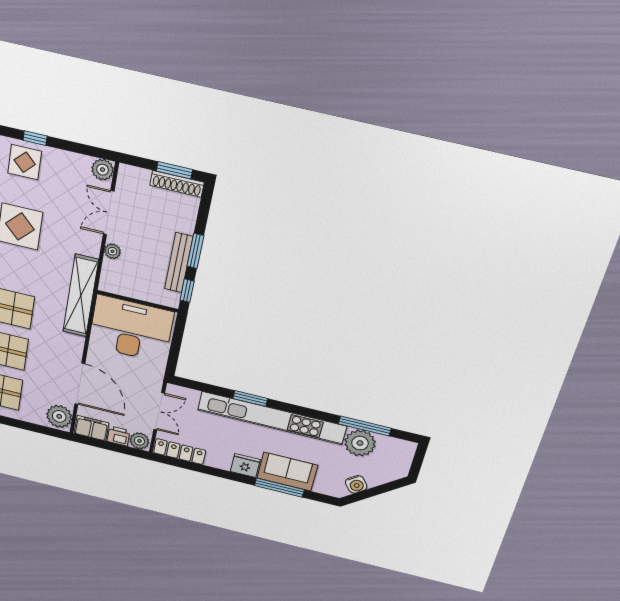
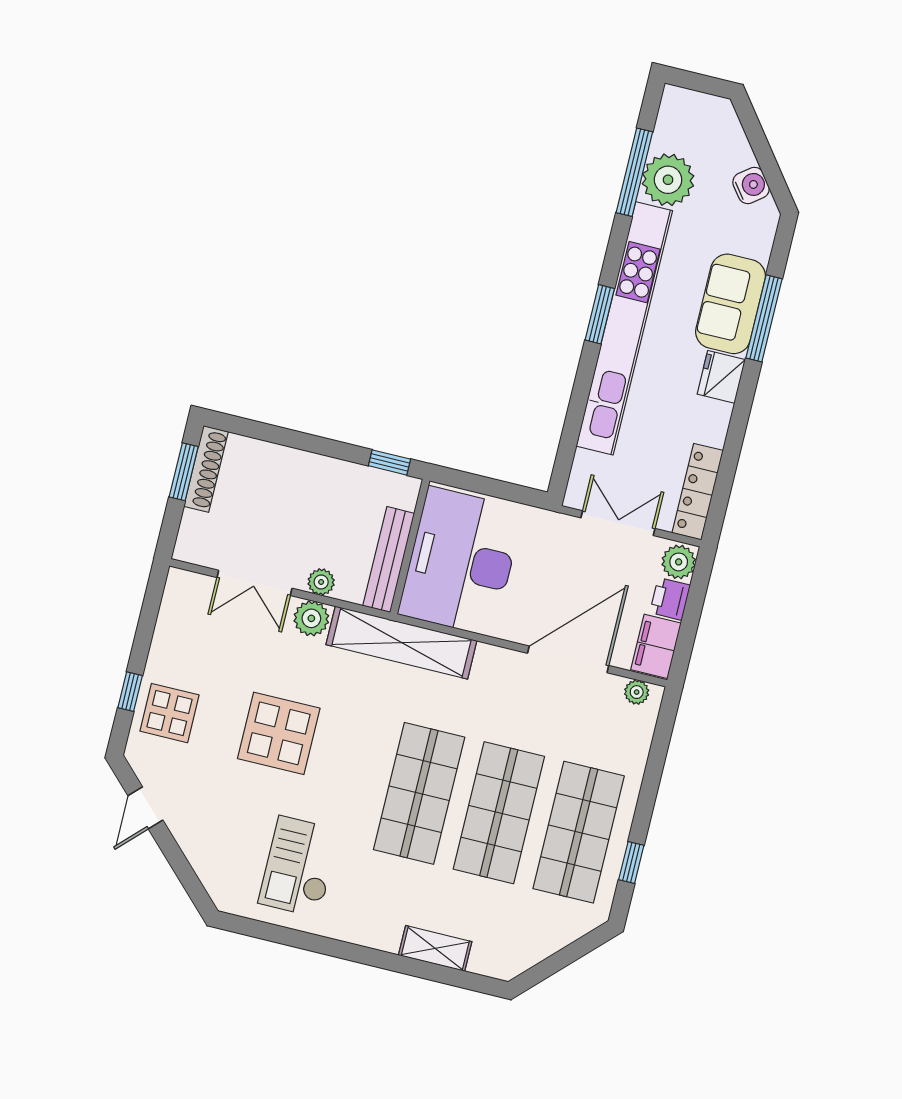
plant: (103, 170) -> (311, 618), moved
window: (195, 251) -> (319, 445), removed
bench: (179, 263) -> (389, 560), moved, turned 90
window: (250, 398) -> (600, 314), moved
plant: (59, 416) -> (637, 692), width x0.53, depth x0.53

